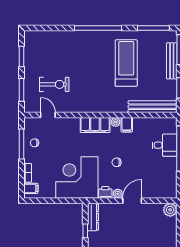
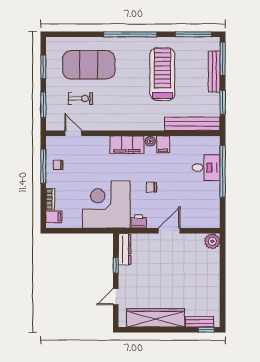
exercise mat: (62, 55) -> (89, 65), added
exercise bike: (54, 84) -> (81, 98), width x0.73, depth x0.72
plant: (118, 194) -> (153, 223), removed

